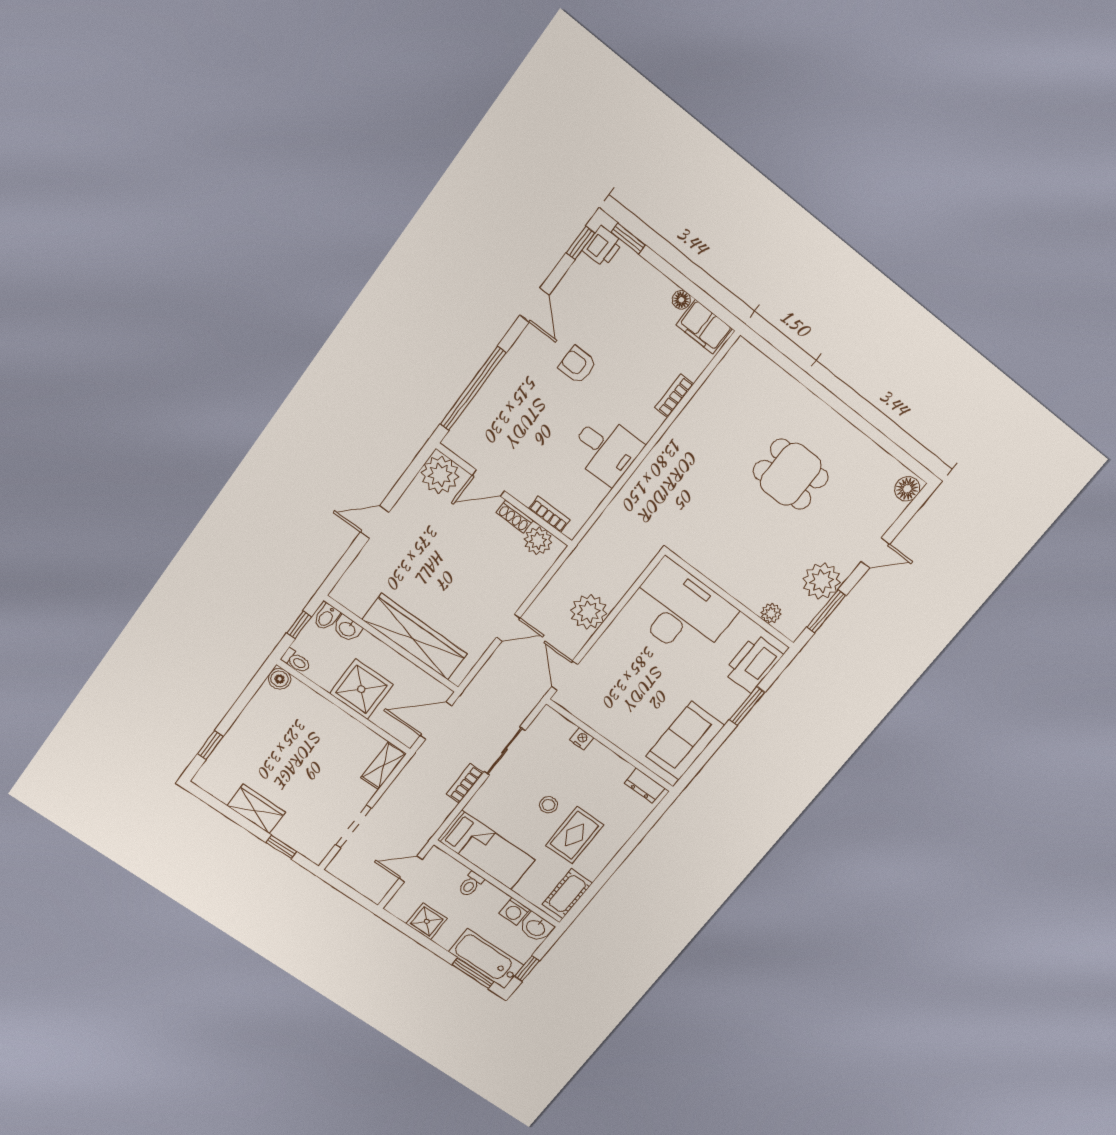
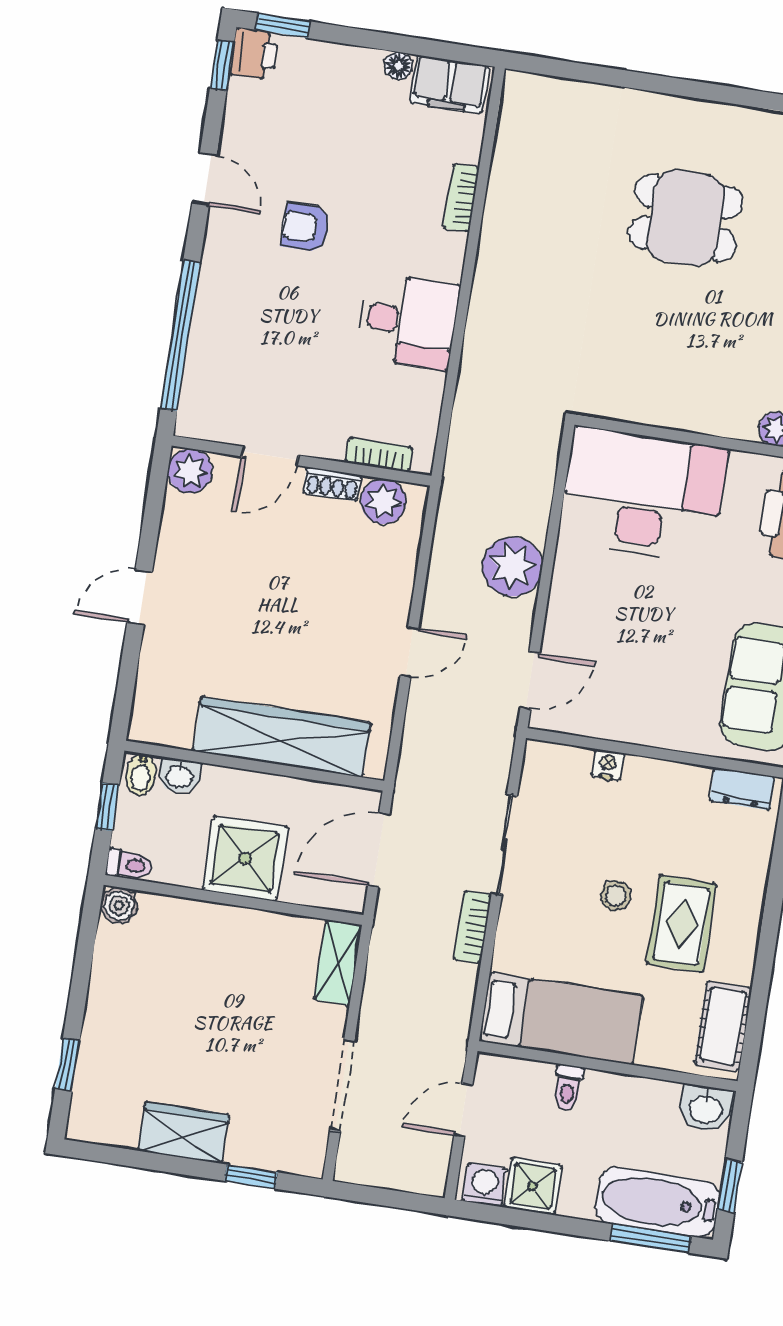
plant: (440, 475) -> (190, 471), width x0.73, depth x0.73
door: (565, 676) -> (530, 681), swing flipped
washing machine: (514, 911) -> (484, 1185), moved, turned 180

